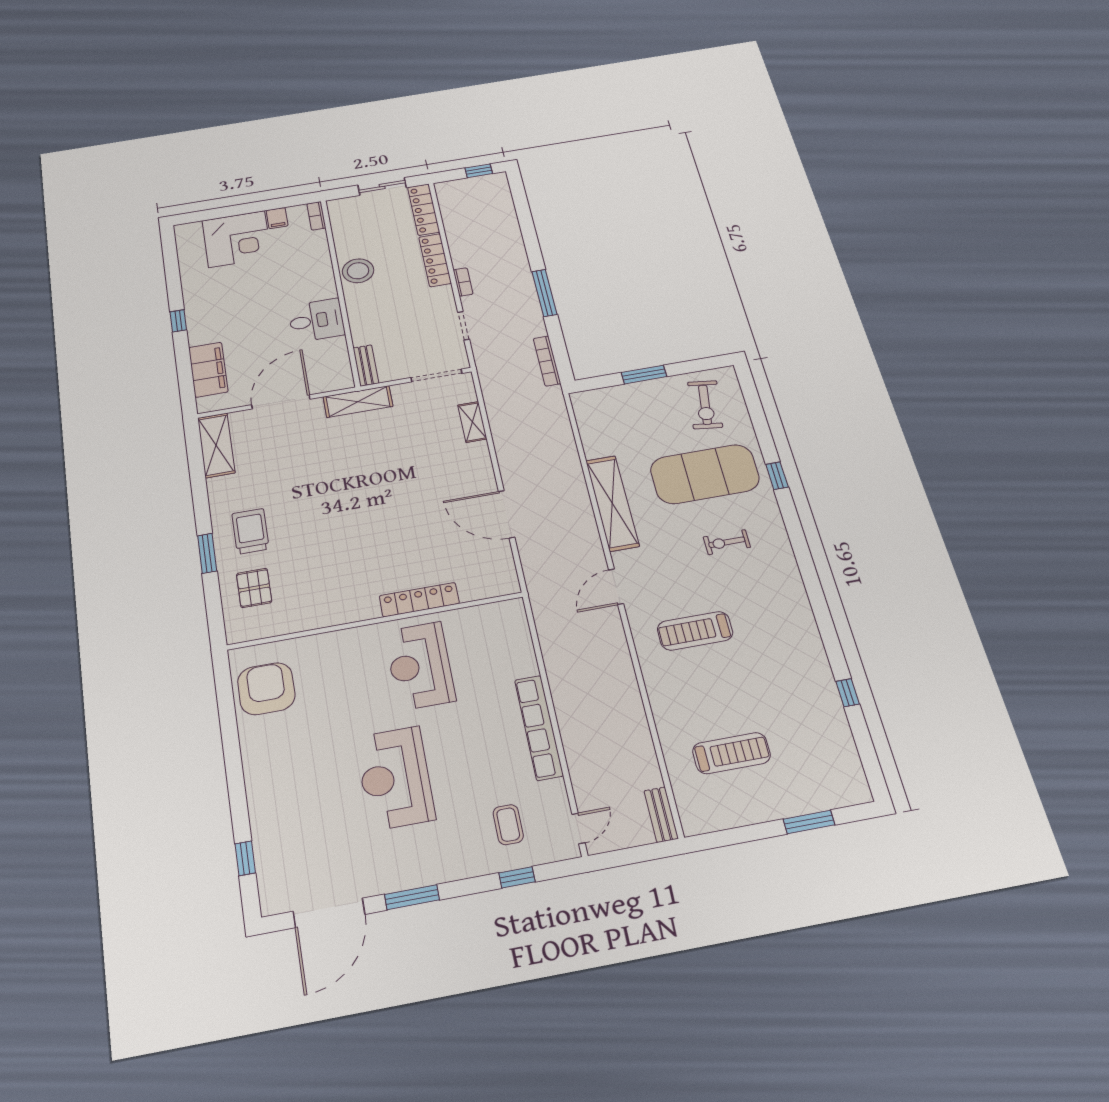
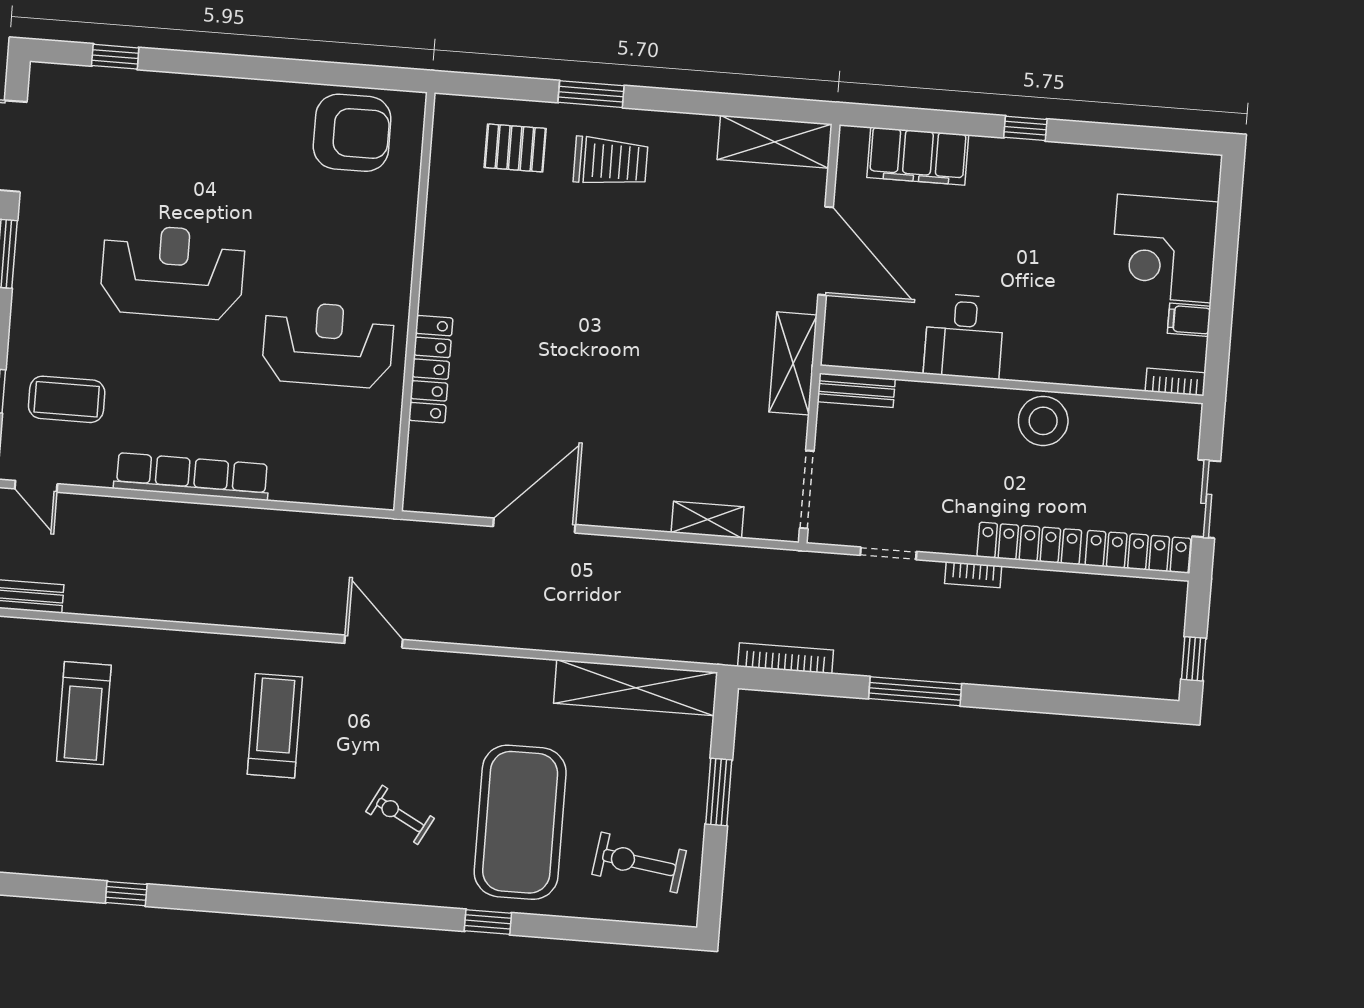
shelving: (612, 503) -> (635, 688), moved
exercise bike: (727, 542) -> (400, 815), turned -62
coffee table: (508, 825) -> (67, 399), width x1.36, depth x1.30

